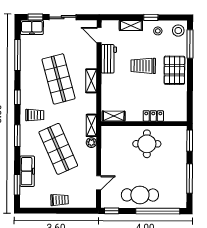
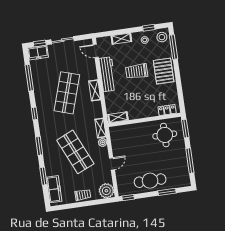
window: (151, 17) -> (149, 28), moved
workbench: (109, 59) -> (107, 74), width x1.38
shop shelf: (58, 79) -> (67, 93), turned 33
trolley: (35, 115) -> (51, 126), removed
locker: (153, 116) -> (167, 110), moved
round table: (147, 144) -> (165, 135), moved
freezer: (27, 171) -> (54, 189), moved
door: (99, 183) -> (112, 164), moved
window: (17, 185) -> (43, 176), moved
plant: (88, 199) -> (106, 191), added
window: (158, 211) -> (167, 192), width x0.47

